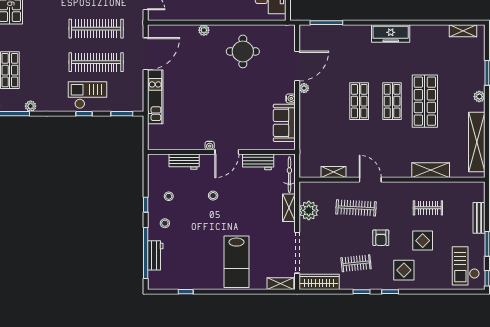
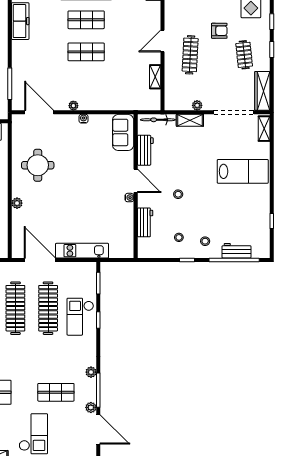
door: (297, 66) -> (39, 112), moved
sofa: (284, 123) -> (123, 132), moved, turned 90
plant: (309, 210) -> (197, 105), width x0.53, depth x0.53

